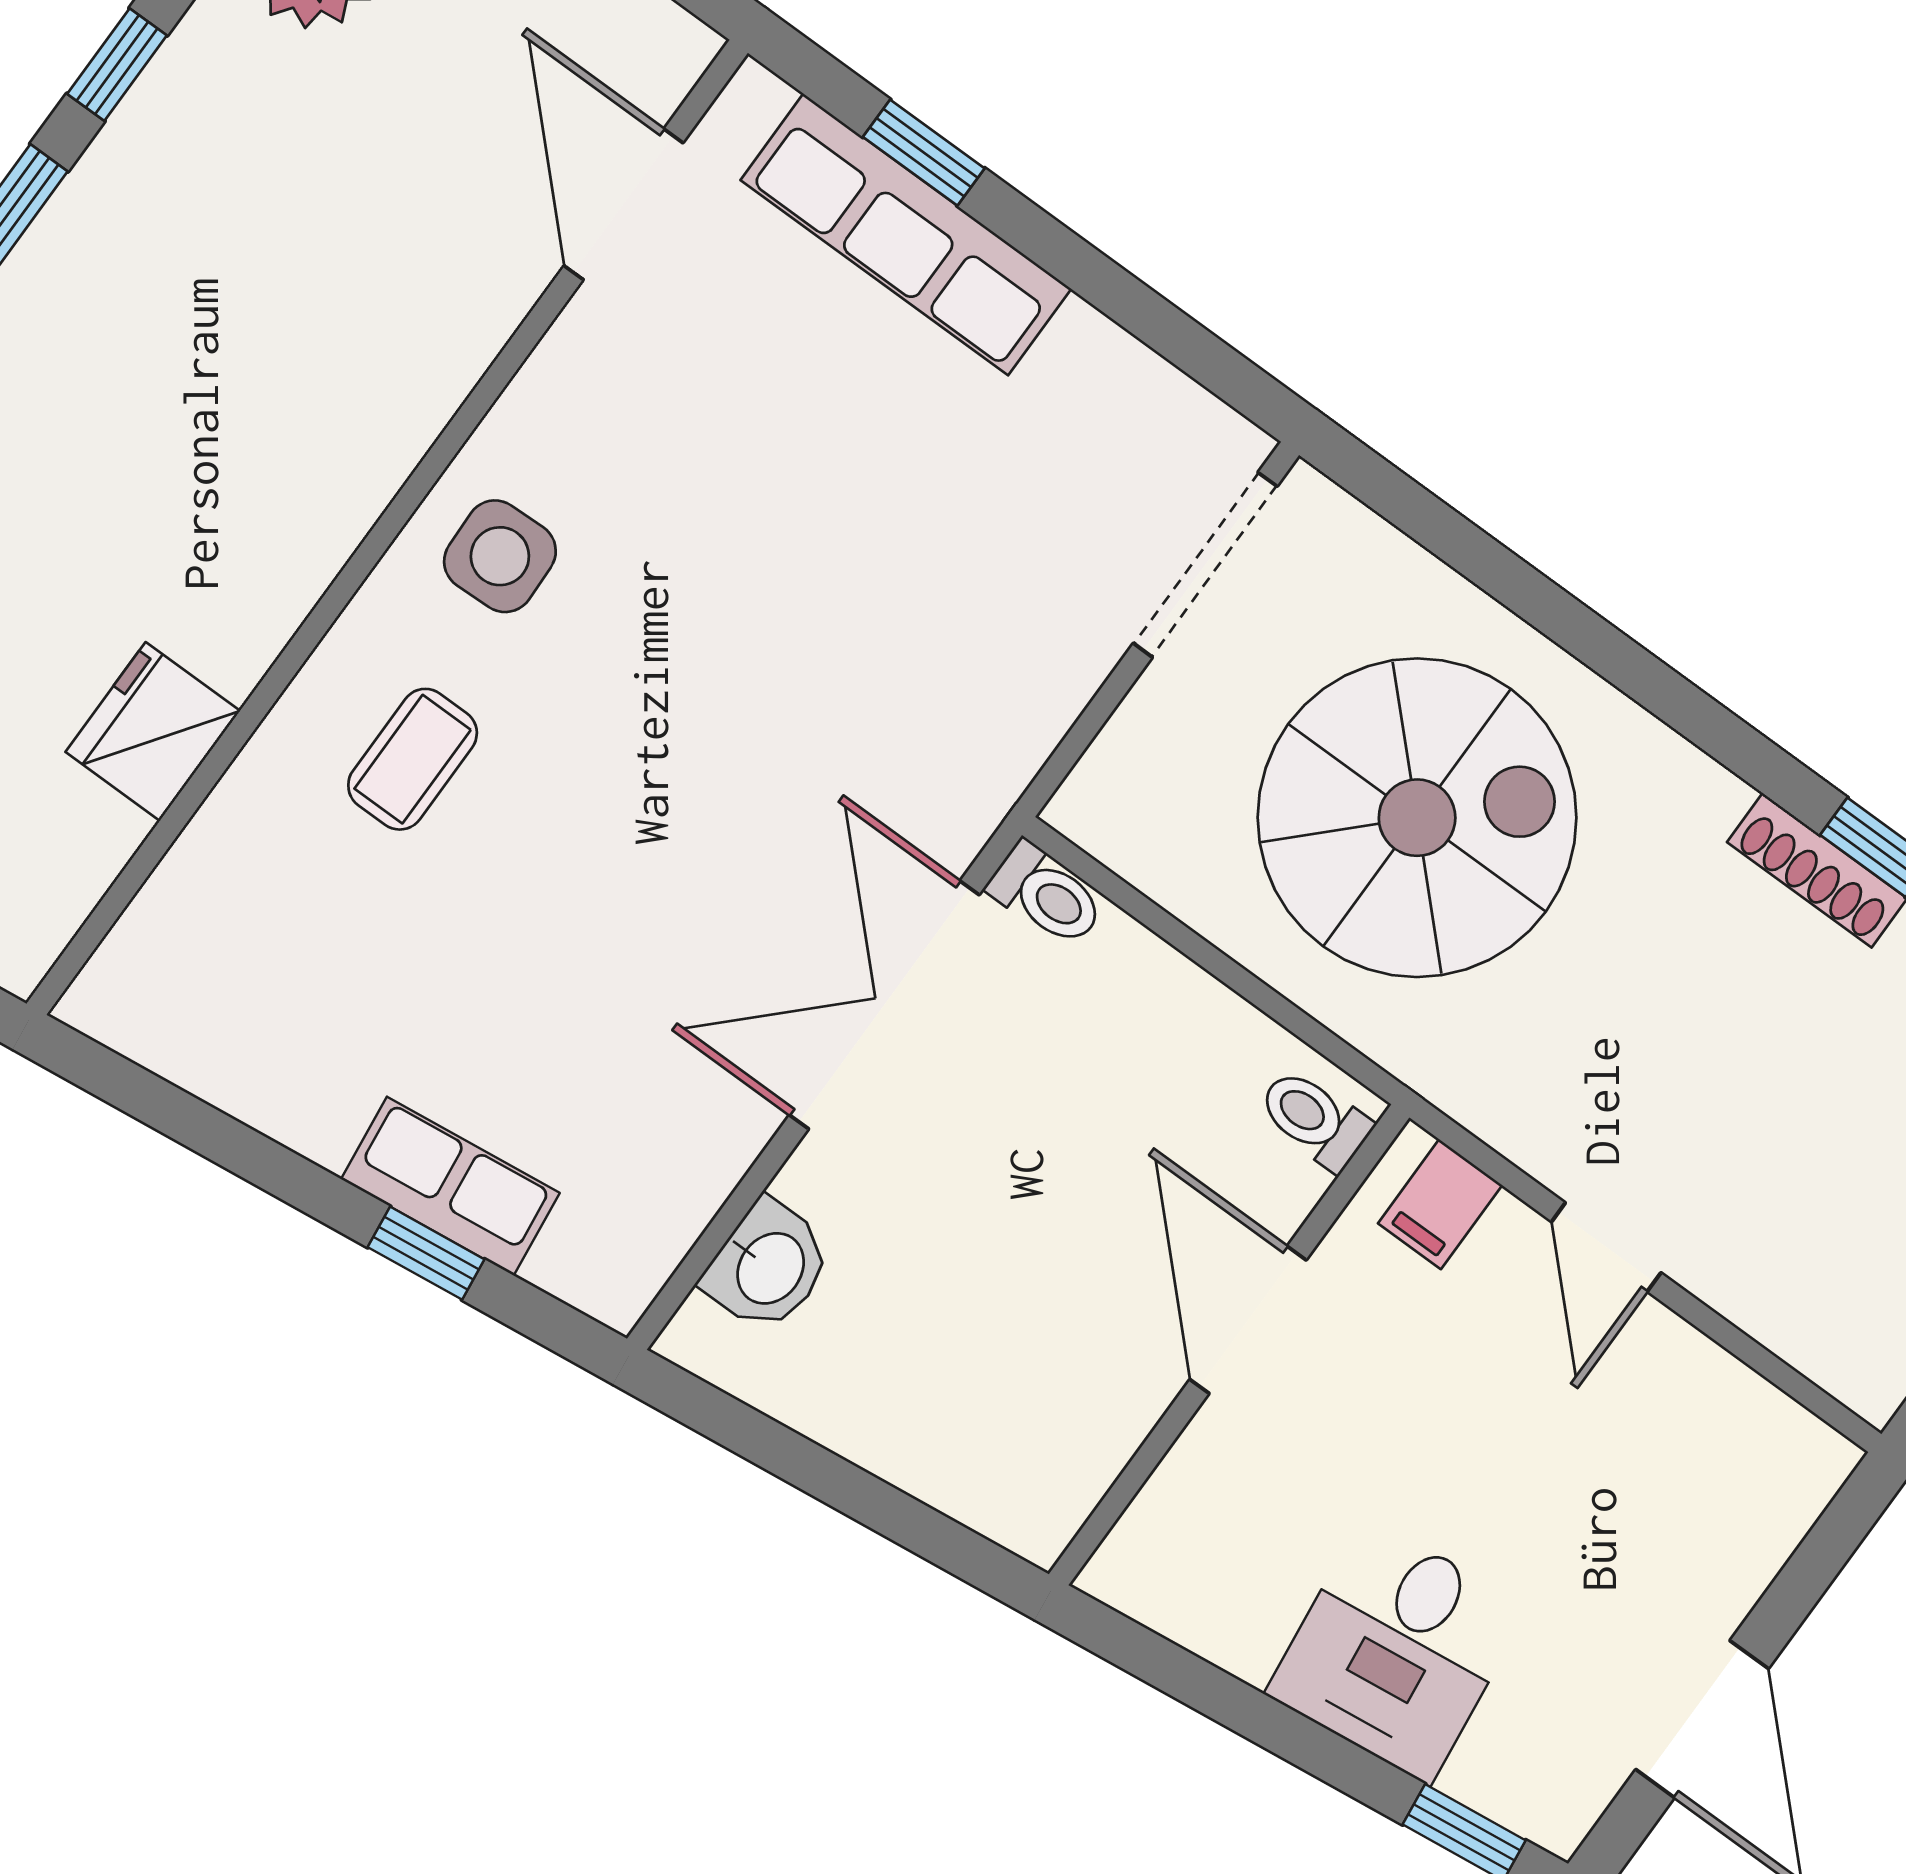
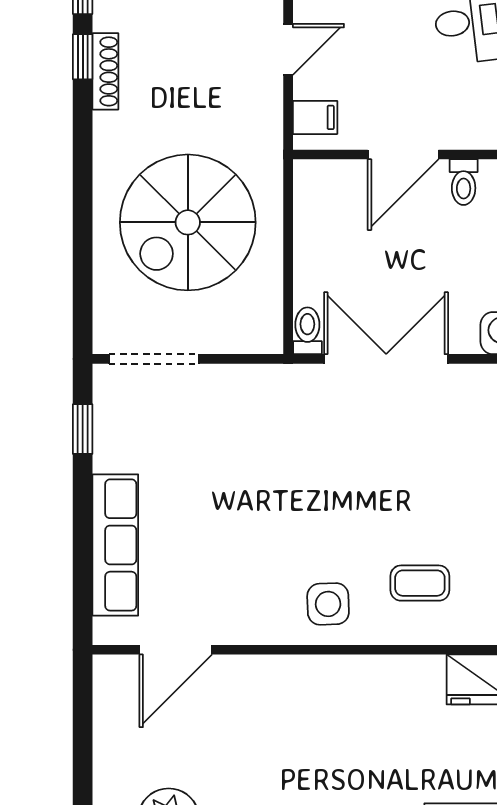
window: (924, 153) -> (83, 429), moved
spiral stairs: (1417, 818) -> (188, 222), turned -90
double door: (884, 1005) -> (386, 359), swing flipped
toilet: (1314, 1119) -> (464, 182), moved

